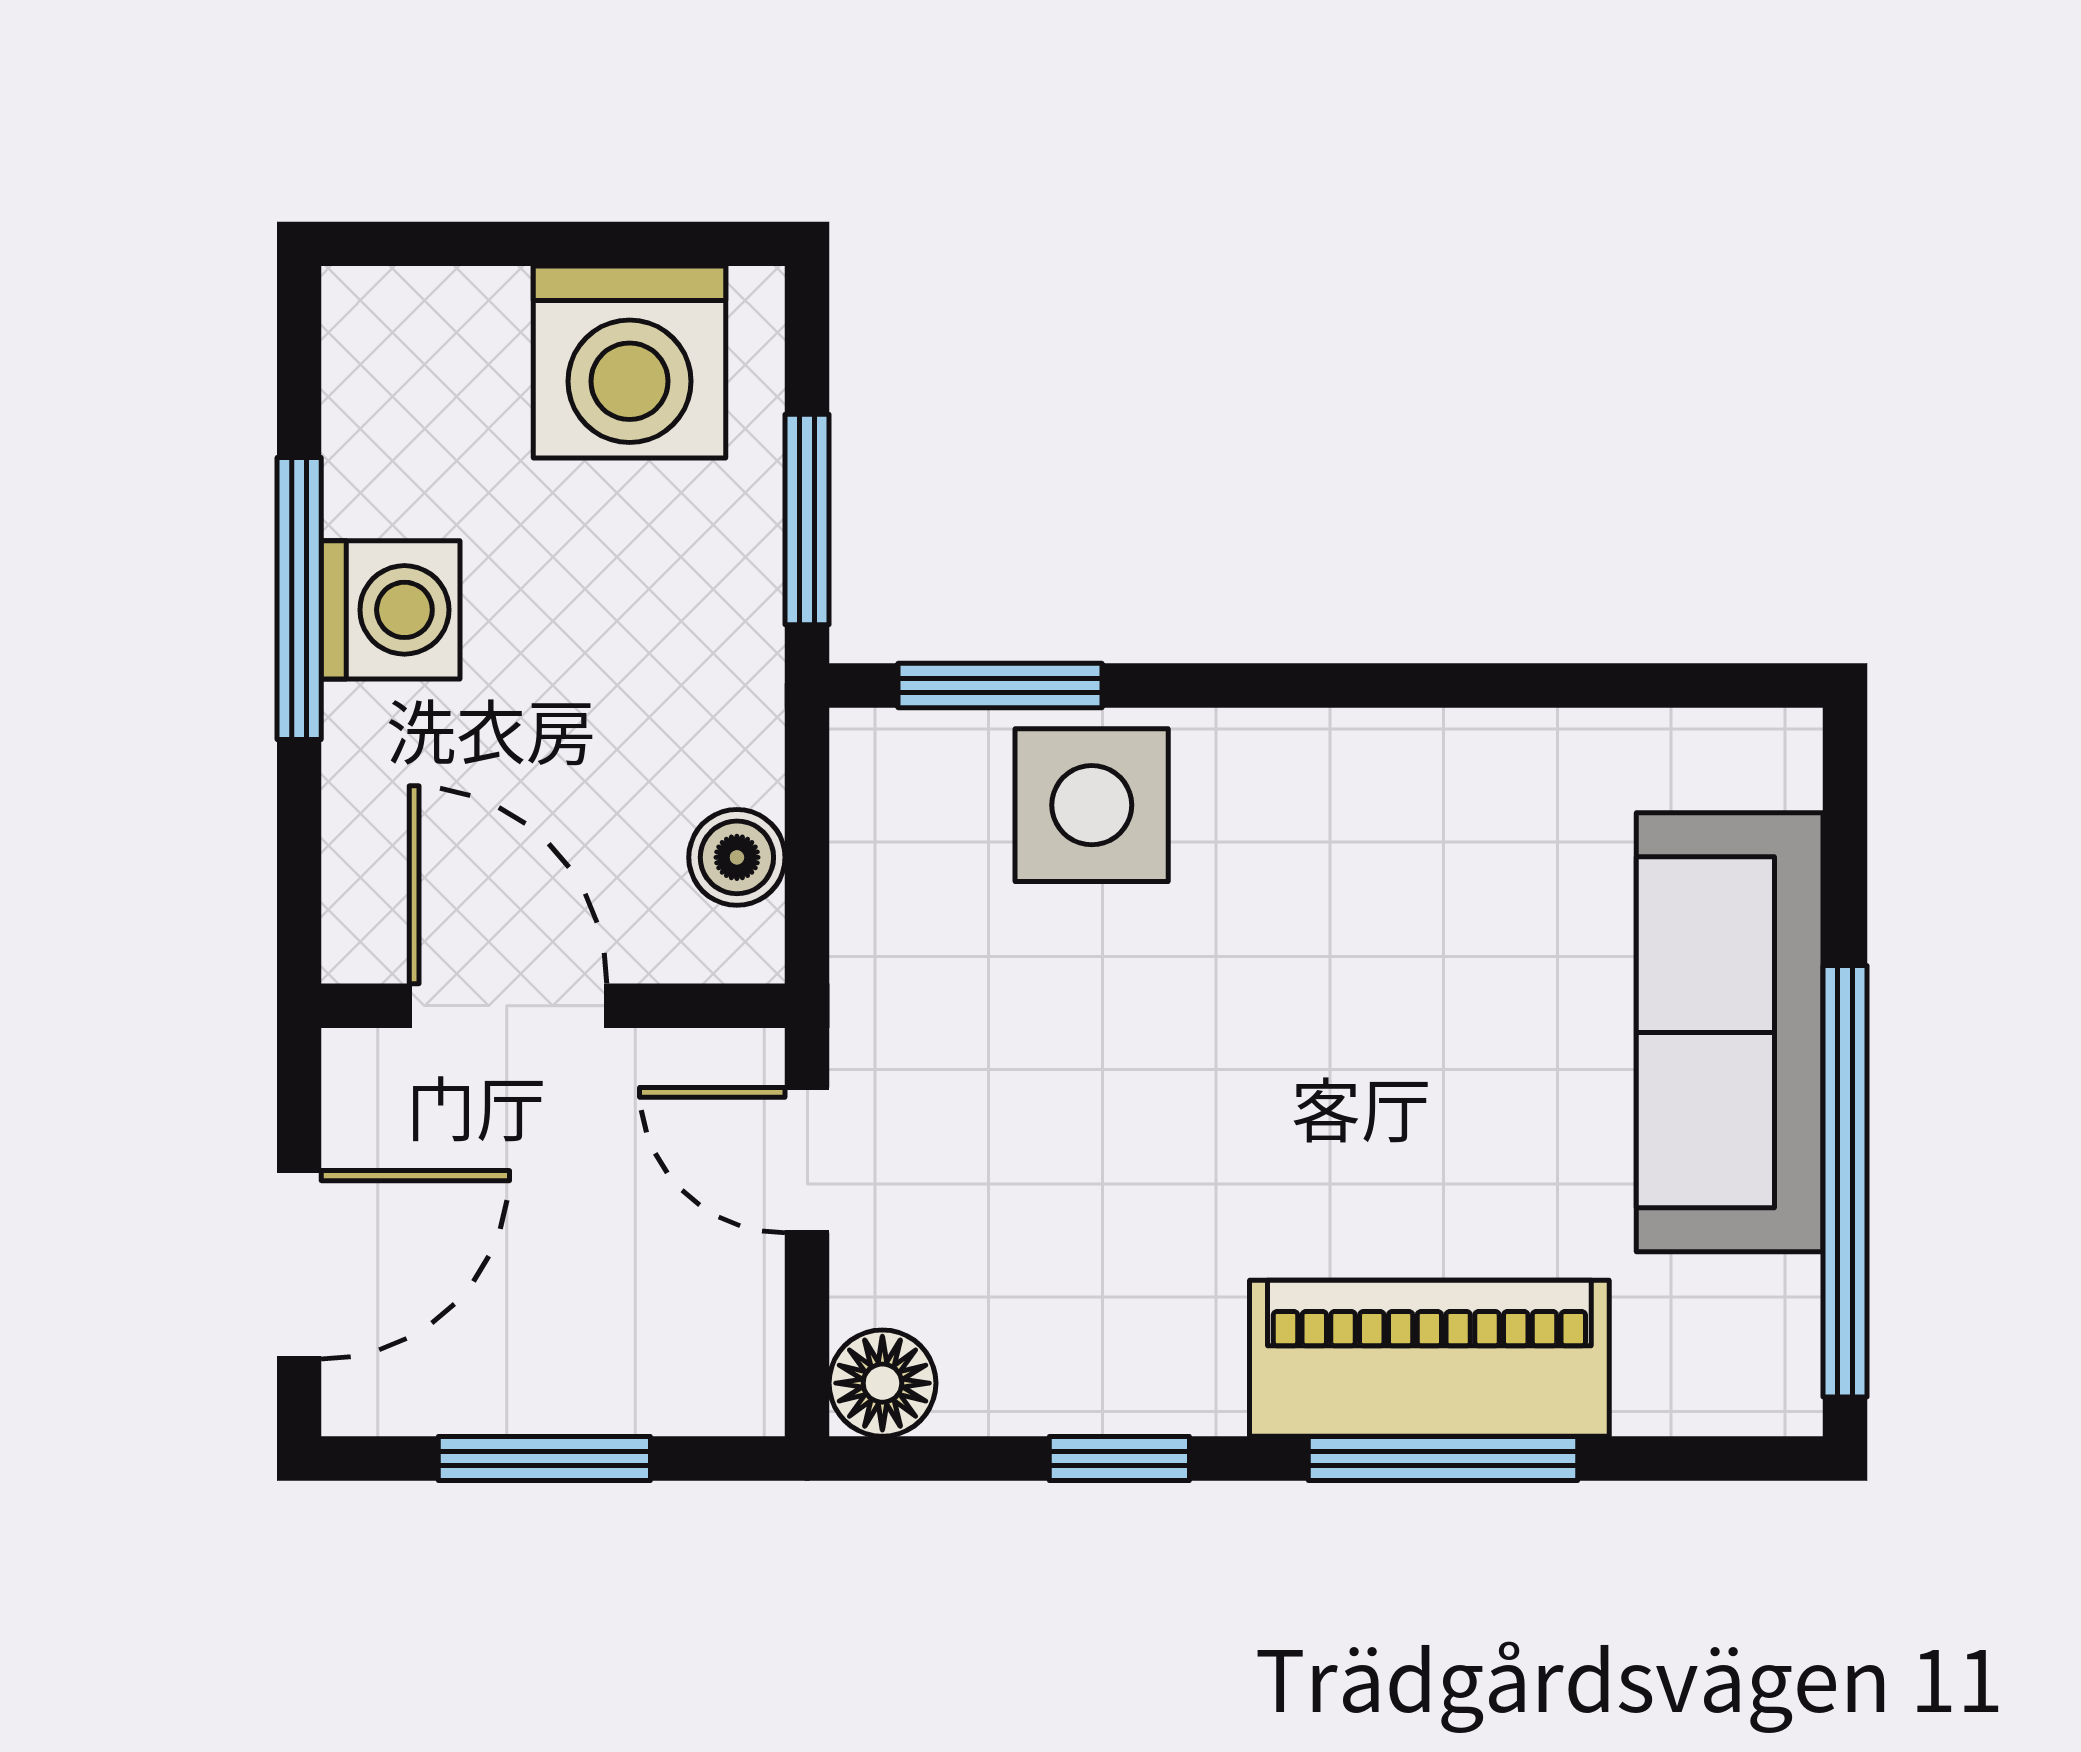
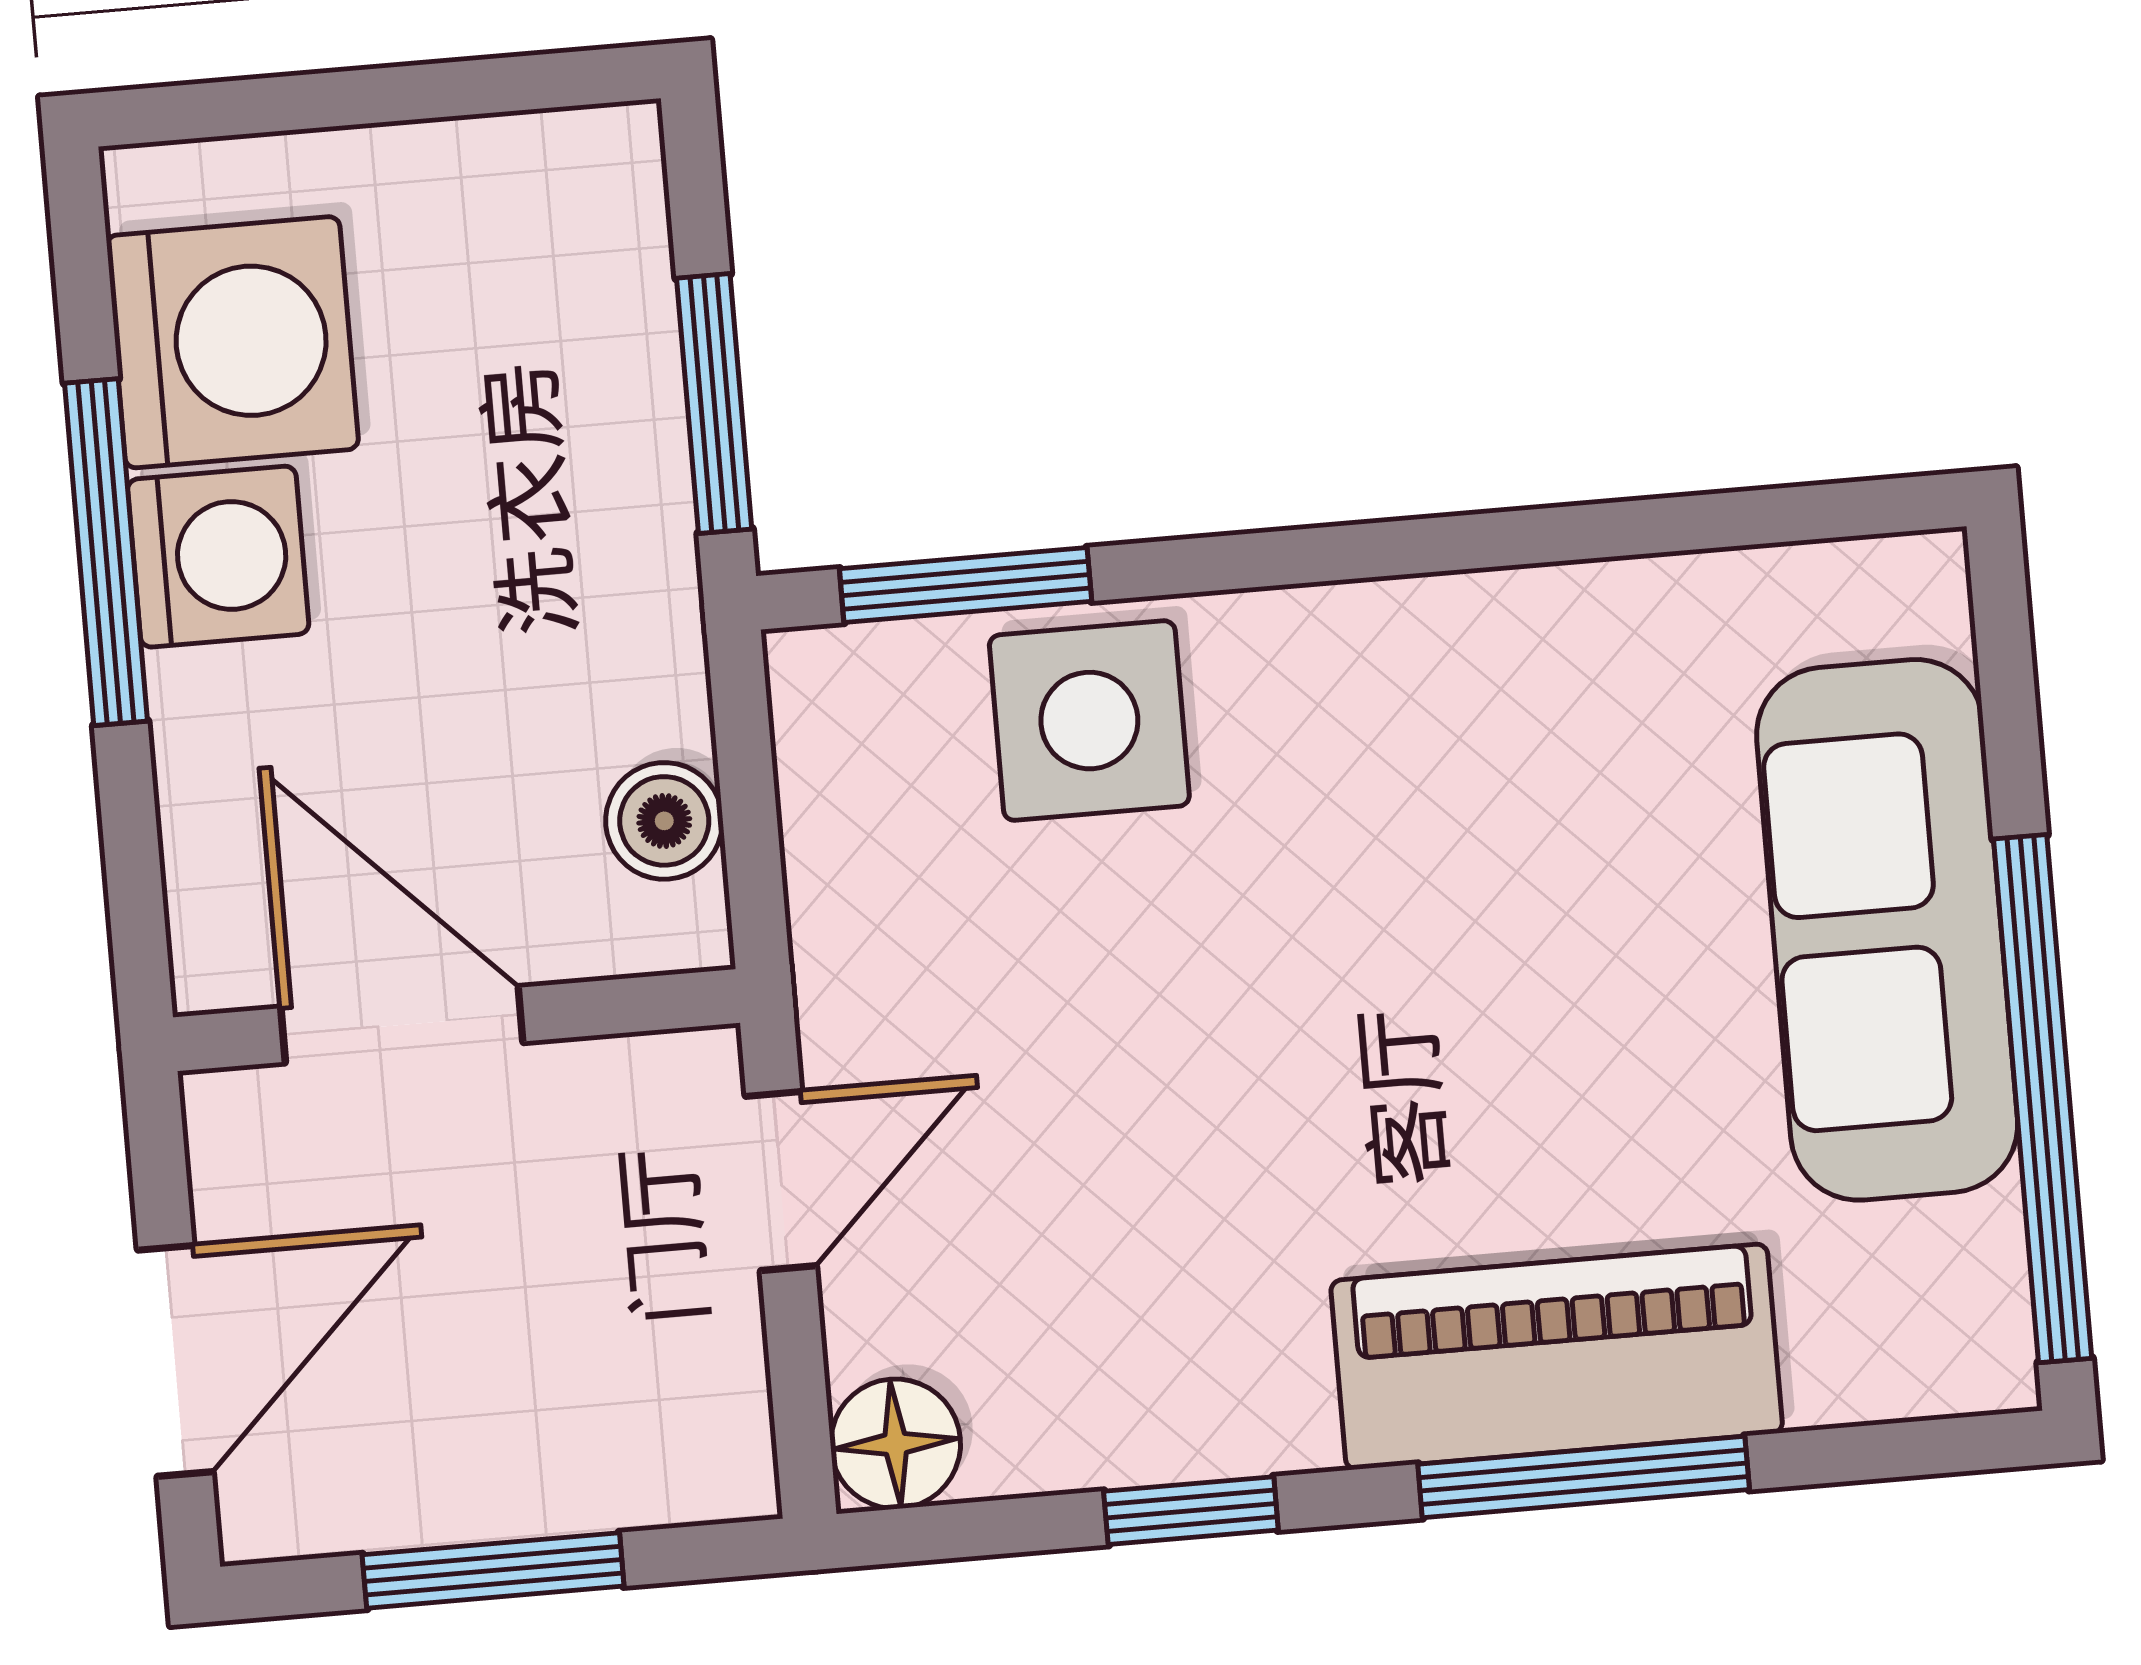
washing machine: (630, 362) -> (232, 342), moved, turned -90
door: (807, 1160) -> (781, 1181), swing flipped

